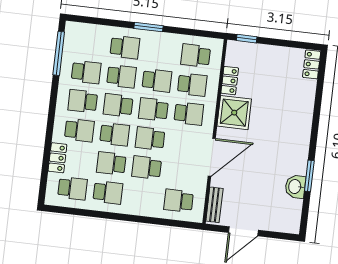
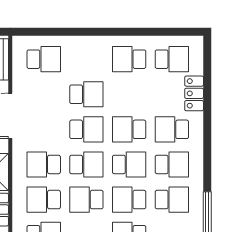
school desk: (86, 72) -> (172, 200), turned 180
school desk: (111, 163) -> (129, 94), removed
school desk: (72, 188) -> (172, 59), turned 180

